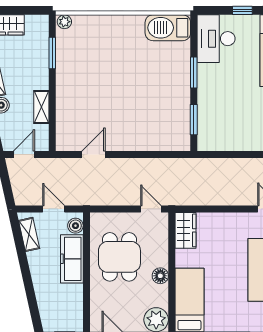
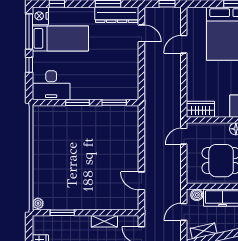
barbecue: (168, 28) -> (43, 123), removed

